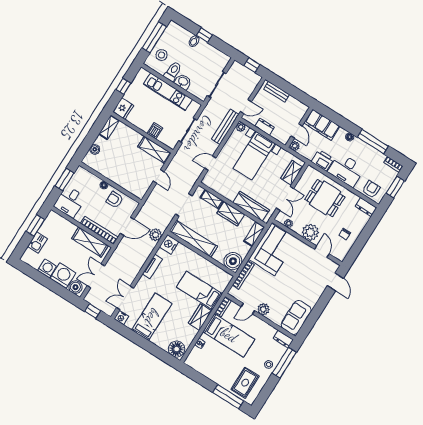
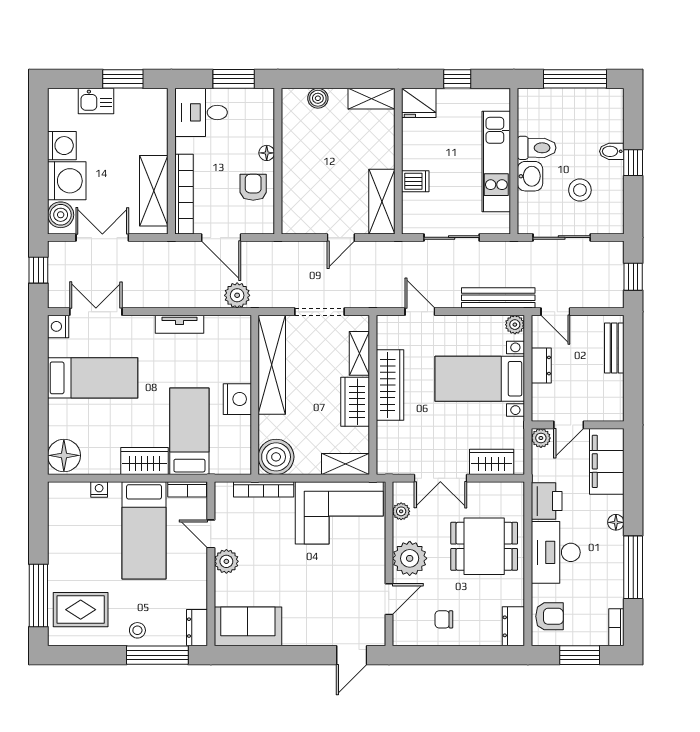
stool: (162, 55) -> (580, 190), moved
dining table: (325, 198) -> (484, 546), turned 90
wardrobe: (251, 206) -> (390, 385), moved
nightstand: (169, 244) -> (237, 399), moved, turned 90

